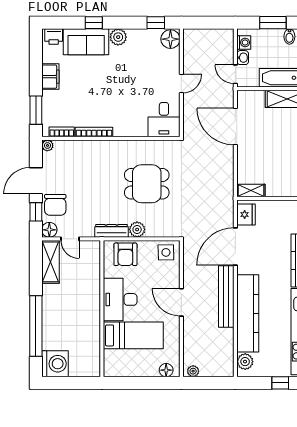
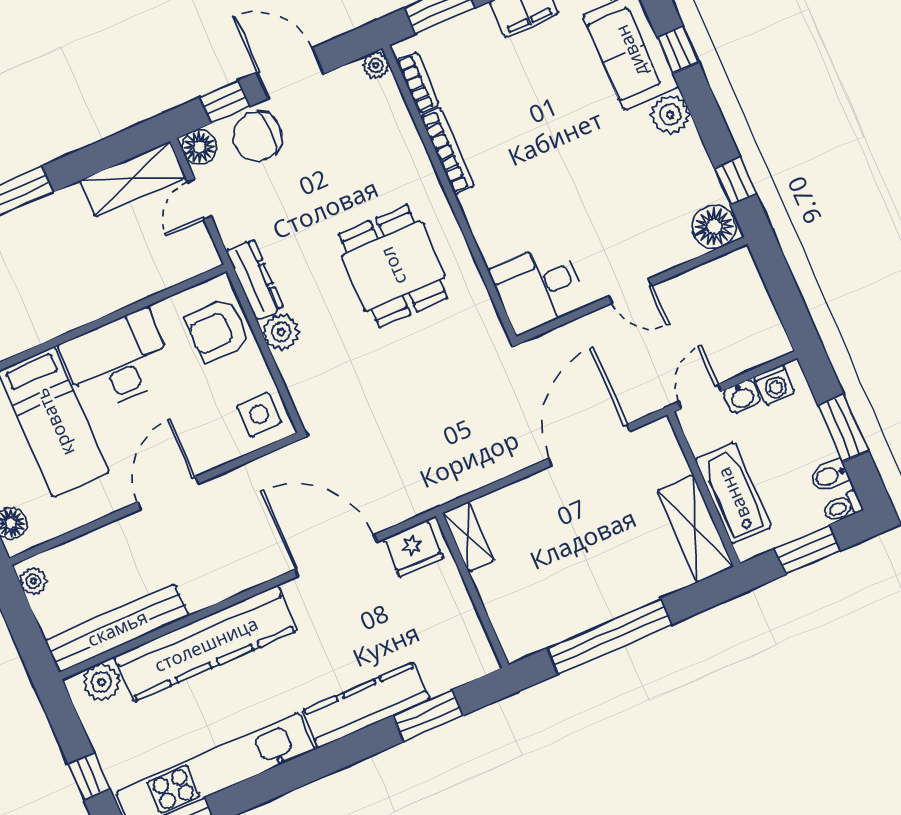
dining table: (147, 184) -> (393, 266), moved
bench: (226, 297) -> (117, 628), moved

